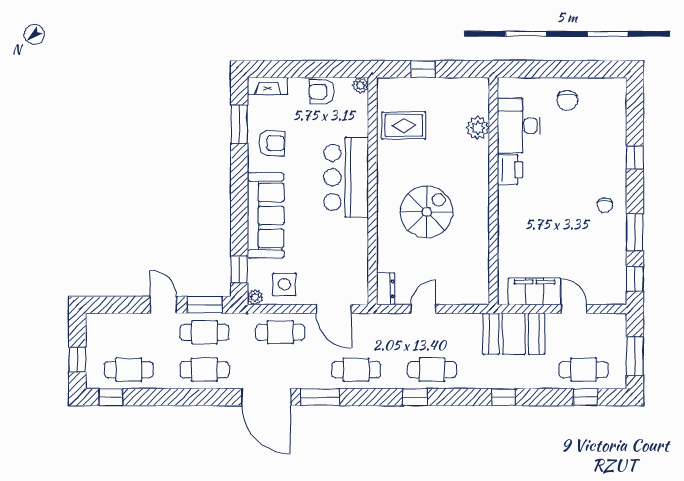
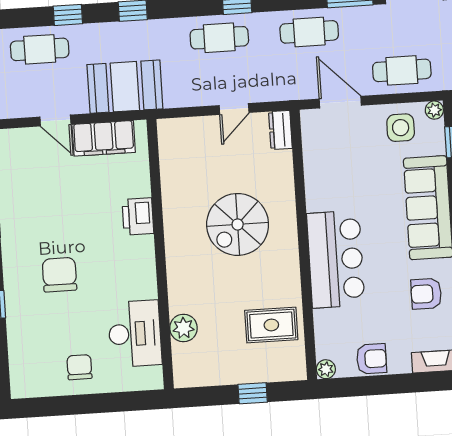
printer: (510, 170) -> (138, 216), moved
chair: (605, 205) -> (59, 275), moved, width x1.87, depth x1.87
window: (586, 397) -> (68, 15), moved

